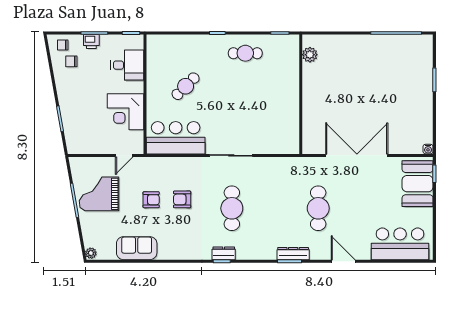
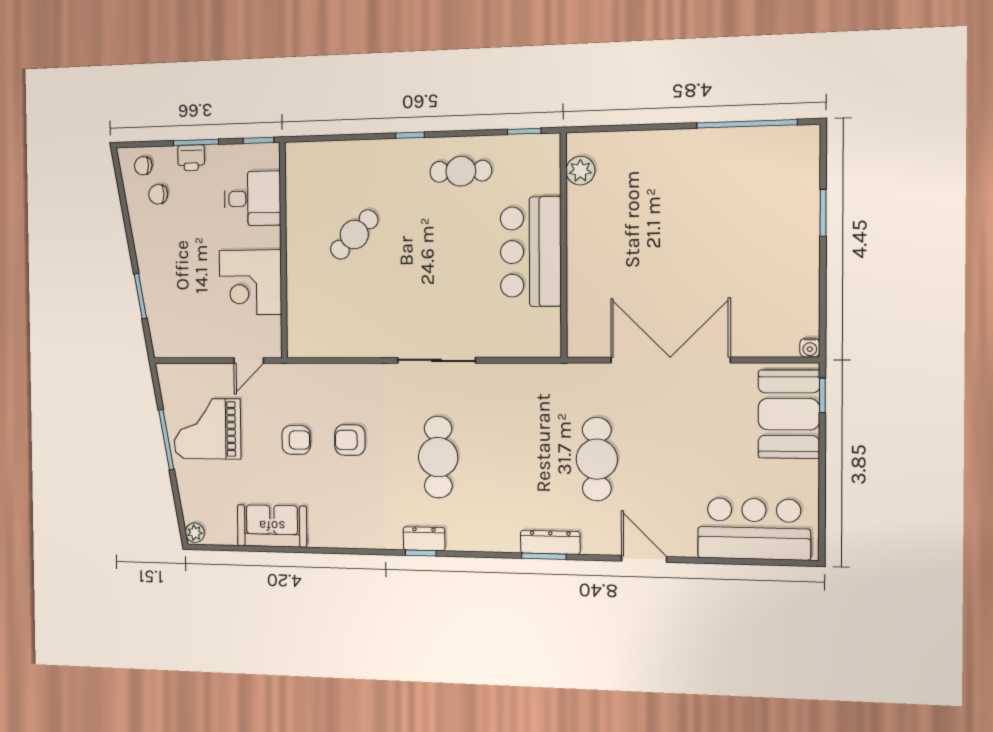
bar counter: (176, 138) -> (531, 252), moved, turned -90

